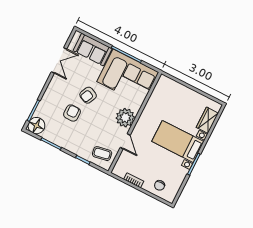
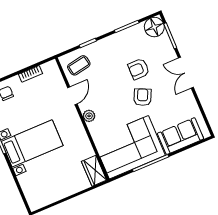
double door: (59, 60) -> (186, 73), moved
armchair: (72, 113) -> (139, 69), turned 90
plant: (125, 118) -> (89, 116), width x0.53, depth x0.53
wardrobe: (207, 120) -> (94, 171), moved, turned 180
door: (125, 141) -> (72, 96), swing flipped

